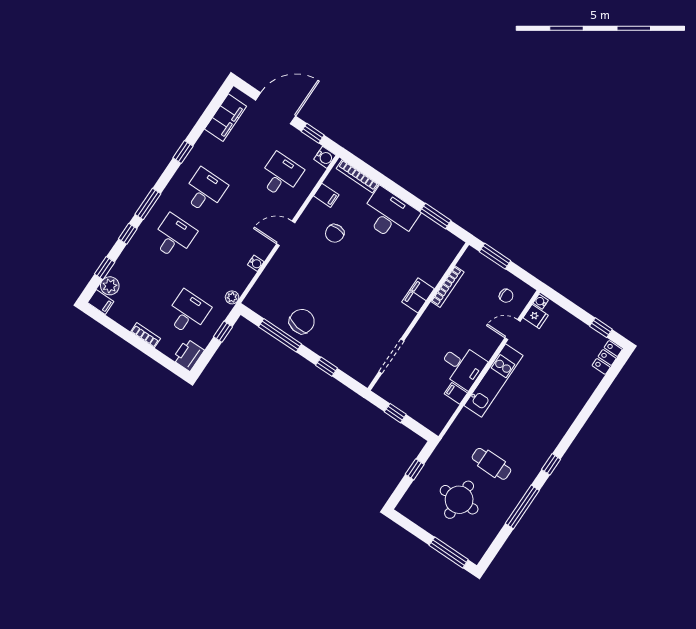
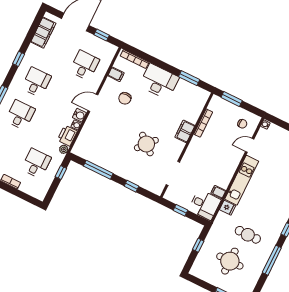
water cooler: (325, 157) -> (79, 115), moved
round table: (358, 306) -> (146, 144), added
fridge: (536, 316) -> (228, 208), moved
chair: (302, 321) -> (111, 159), removed
printer: (188, 355) -> (67, 136), moved
desk: (462, 366) -> (205, 205), moved

